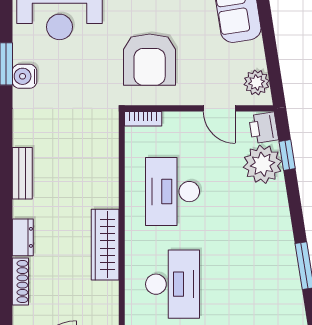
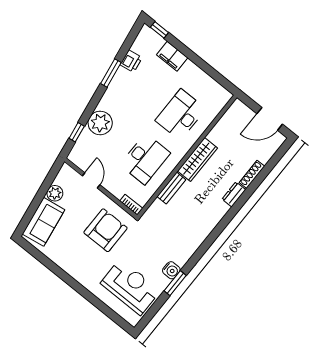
plant: (257, 83) -> (55, 193), moved
printer: (264, 128) -> (131, 61), moved
plant: (263, 164) -> (100, 123), moved
bench: (22, 173) -> (171, 188), moved

